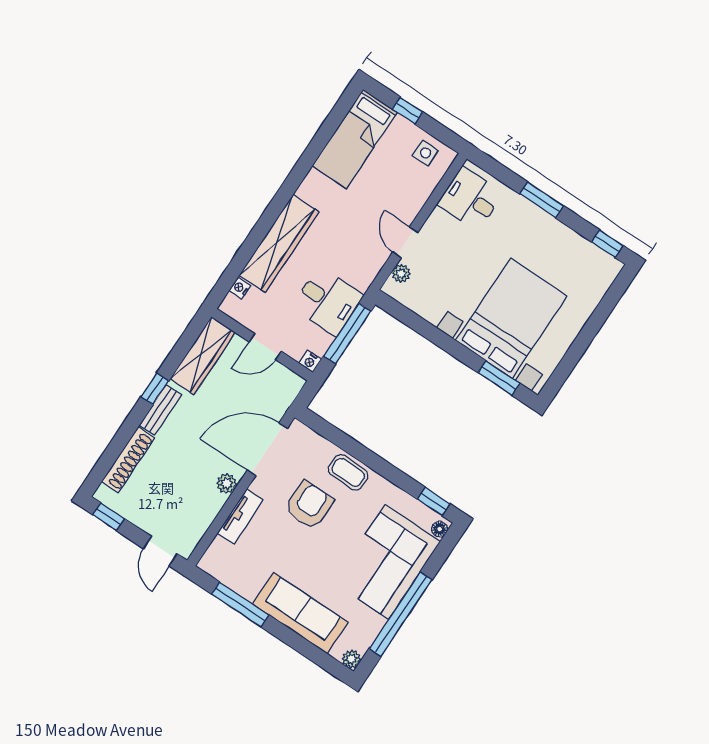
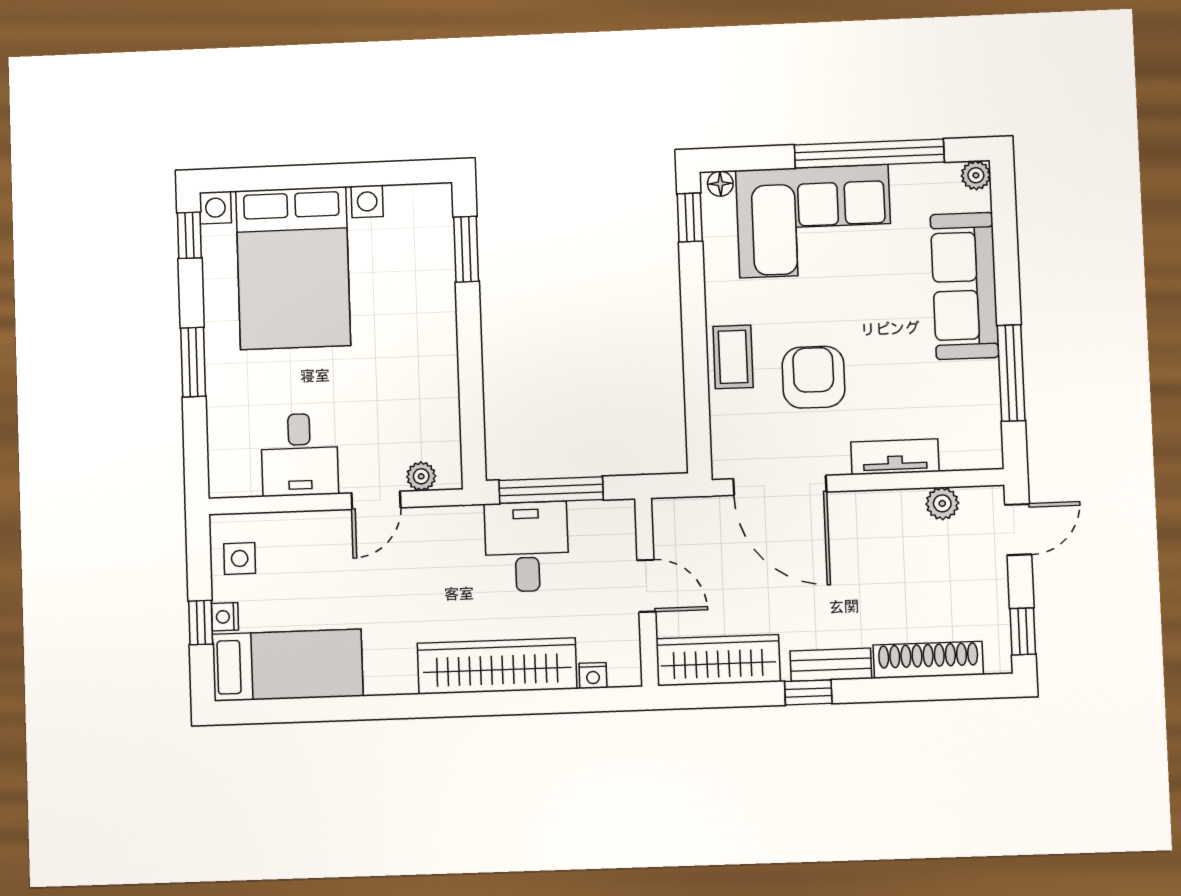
desk: (470, 199) -> (300, 455), moved
bed with nightstands: (511, 318) -> (293, 268), moved, turned -90
nightstand: (310, 361) -> (225, 617), moved, turned 180
plant: (227, 484) -> (942, 503), moved
armchair: (309, 505) -> (814, 377), turned 90

